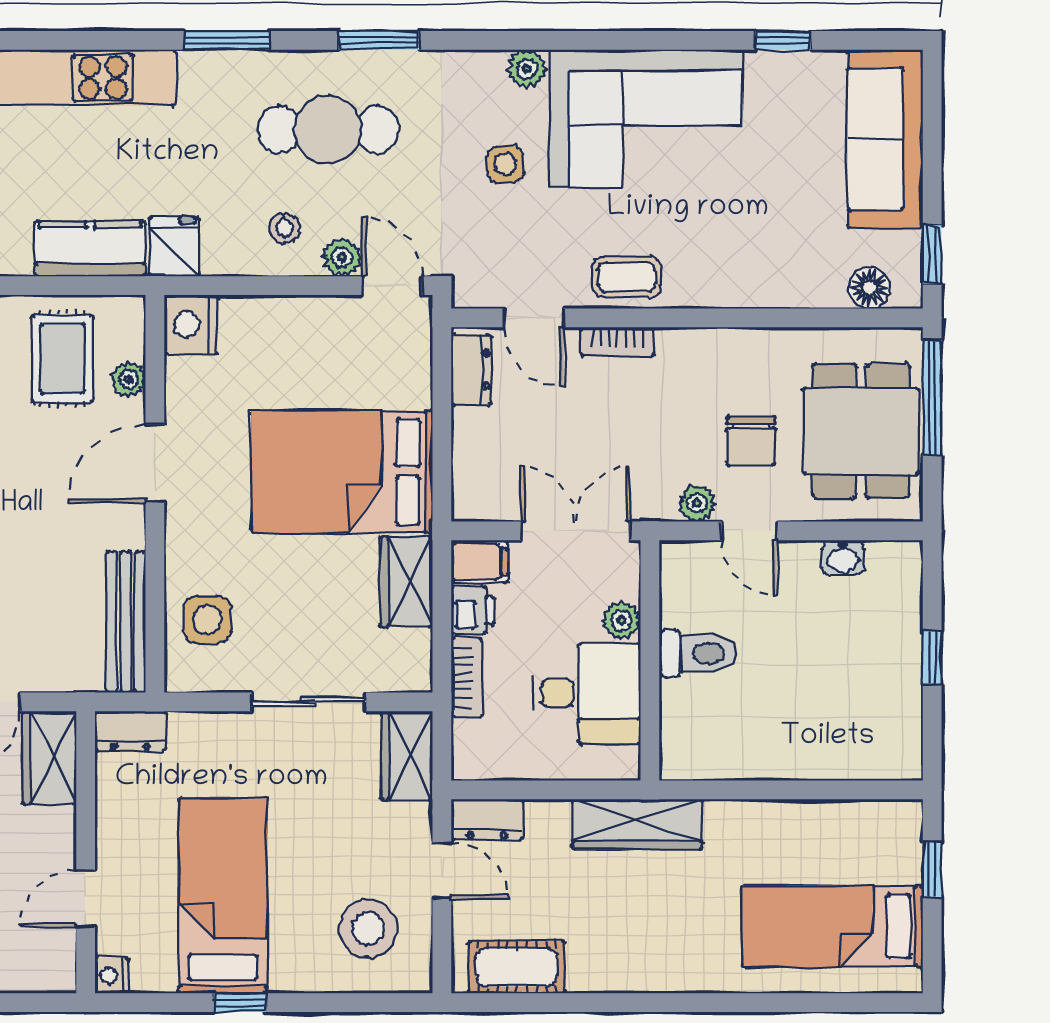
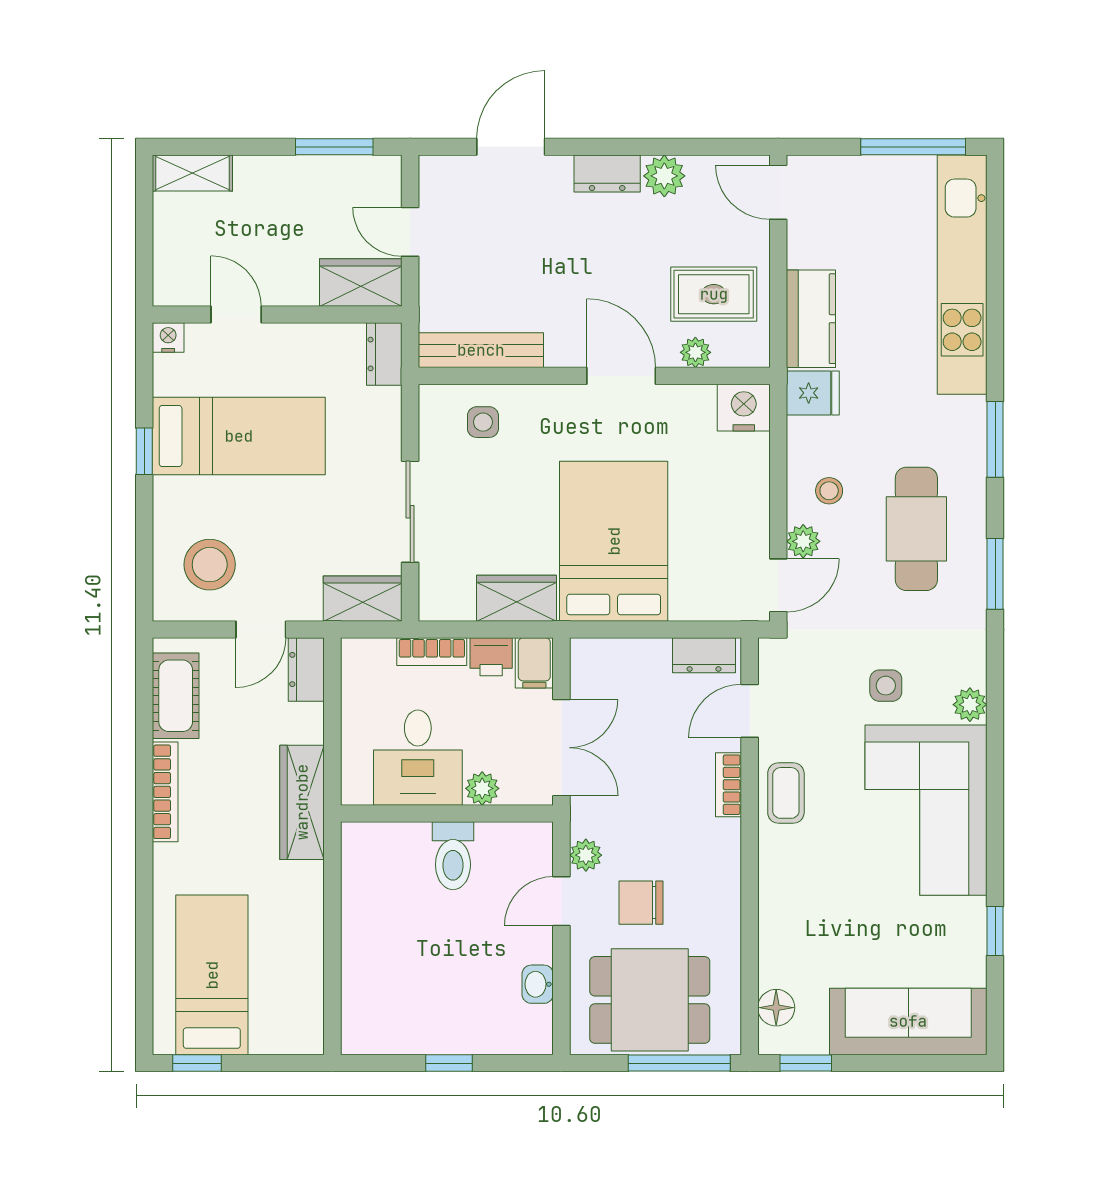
side table: (207, 620) -> (483, 422), width x0.73, depth x0.73
window: (932, 870) -> (197, 1063), moved
bookcase: (625, 979) -> (165, 792), added

